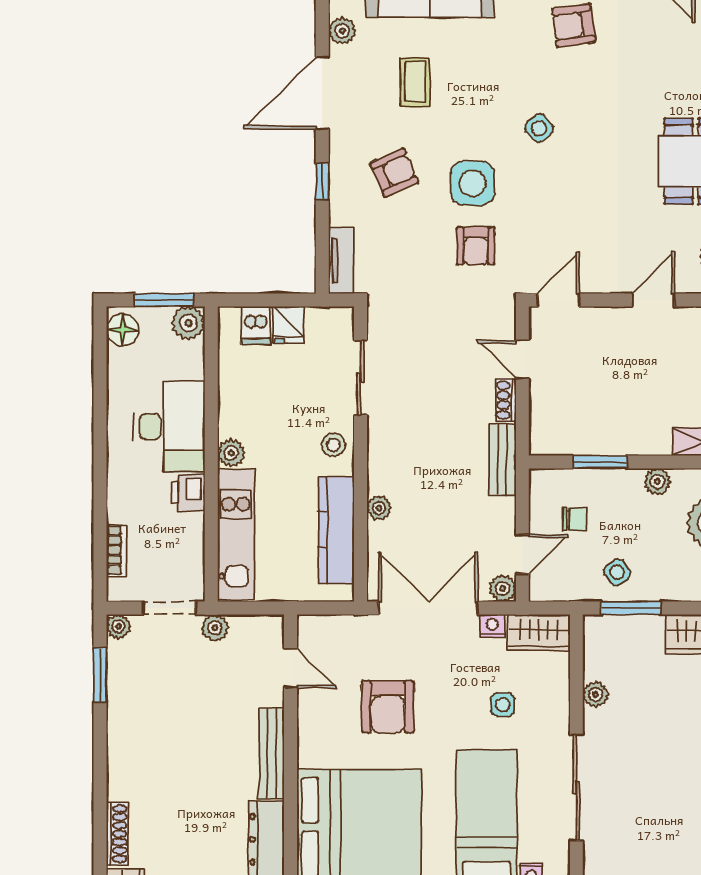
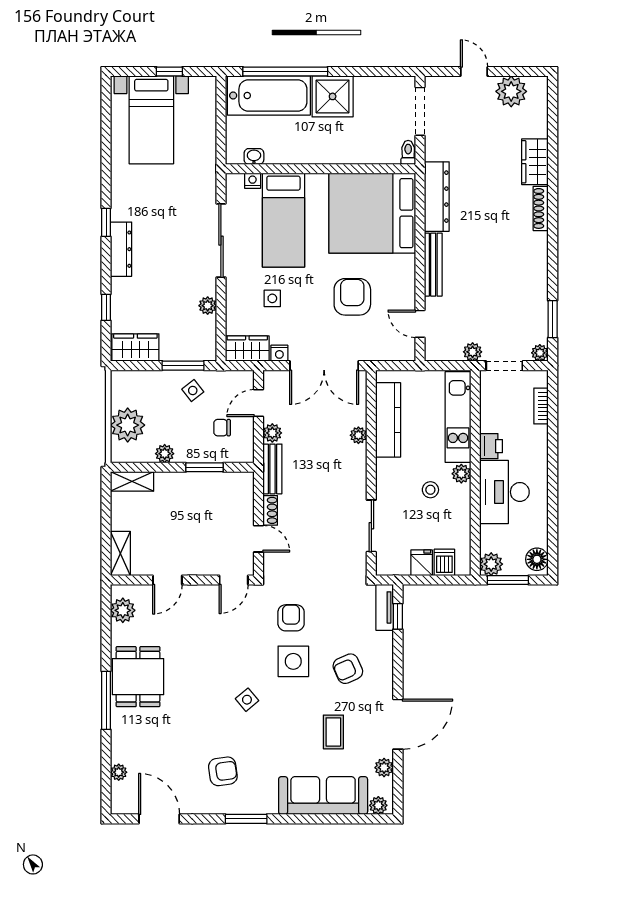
window: (322, 181) -> (398, 616), moved
stool: (333, 445) -> (430, 490), moved
plant: (503, 588) -> (272, 433), moved

